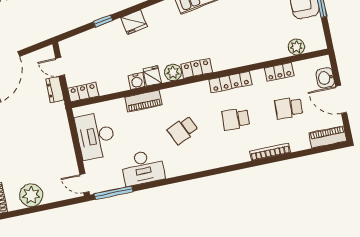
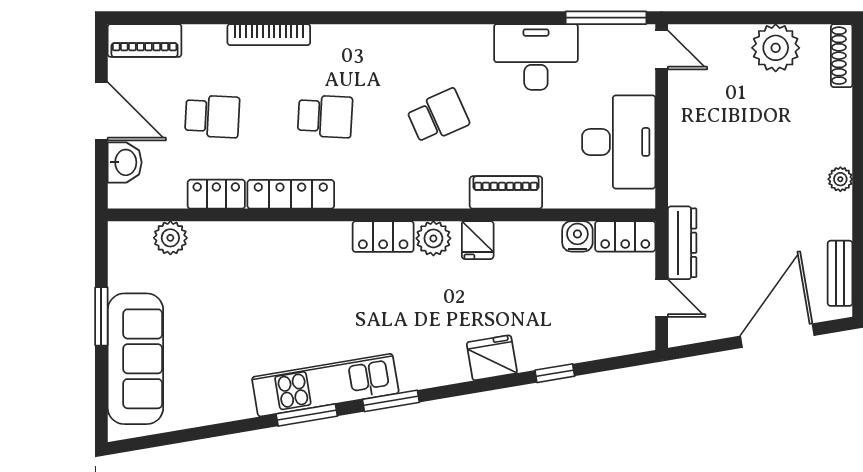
water cooler: (137, 81) -> (577, 236), moved
locker: (230, 82) -> (291, 194), moved
dresser: (55, 90) -> (682, 243), width x1.44

